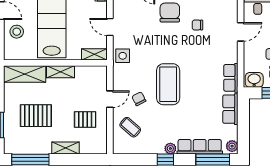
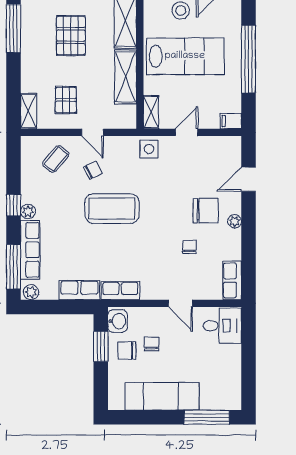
shelving: (61, 72) -> (126, 77), width x1.50, depth x1.33
shelving: (65, 148) -> (29, 111), moved

